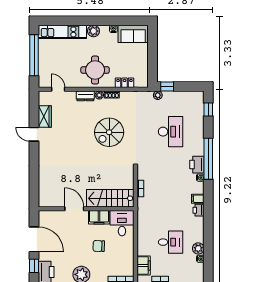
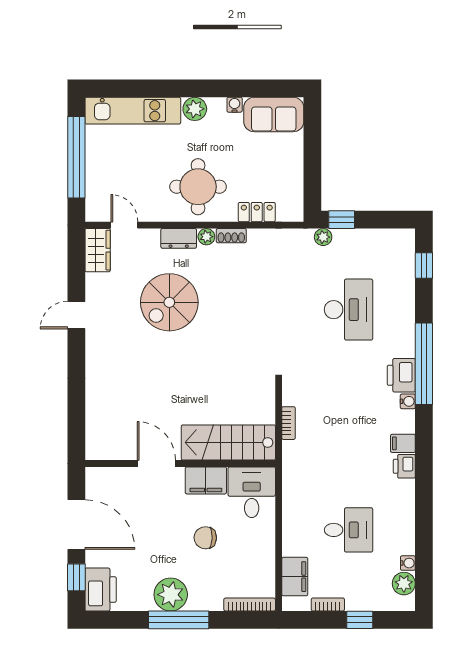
wardrobe: (45, 116) -> (98, 250), moved
spiral stairs: (109, 132) -> (169, 302), moved
door: (34, 134) -> (76, 315), hinge flipped
plant: (198, 248) -> (404, 584), moved

